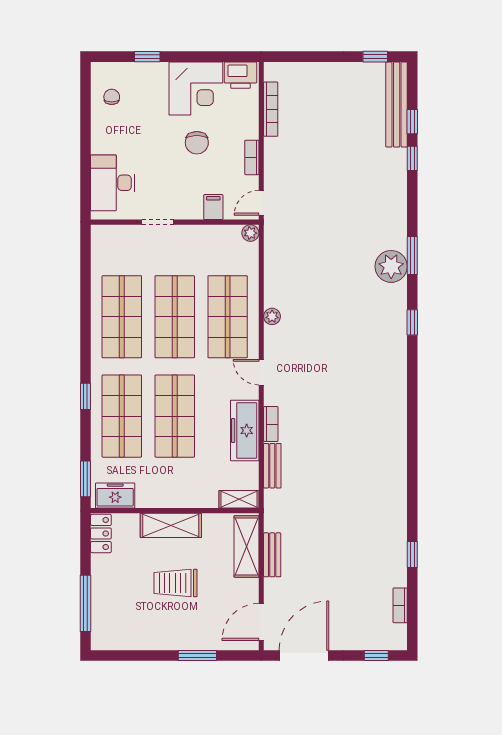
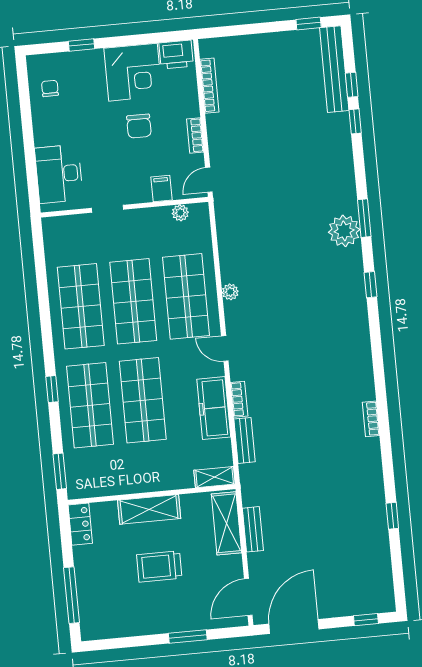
plant: (250, 233) -> (180, 213), moved
freezer: (115, 495) -> (91, 485), removed
bookcase: (400, 605) -> (371, 419), moved

